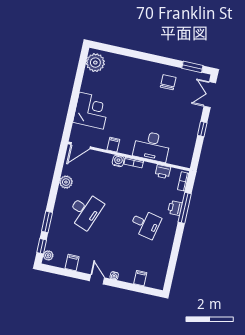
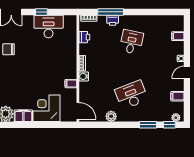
filing cabinet: (89, 82) -> (23, 116), added
desk: (152, 146) -> (49, 26), moved, turned -90
desk: (85, 211) -> (131, 95), turned -42

